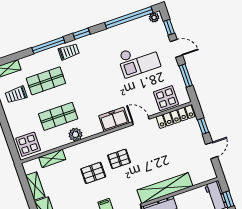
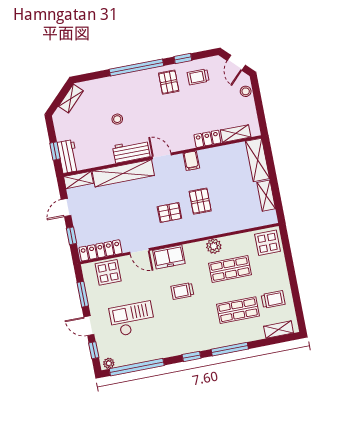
trolley: (69, 52) -> (182, 291), moved
shelving: (52, 158) -> (78, 180), moved
pallet: (93, 173) -> (200, 201), turned 90

